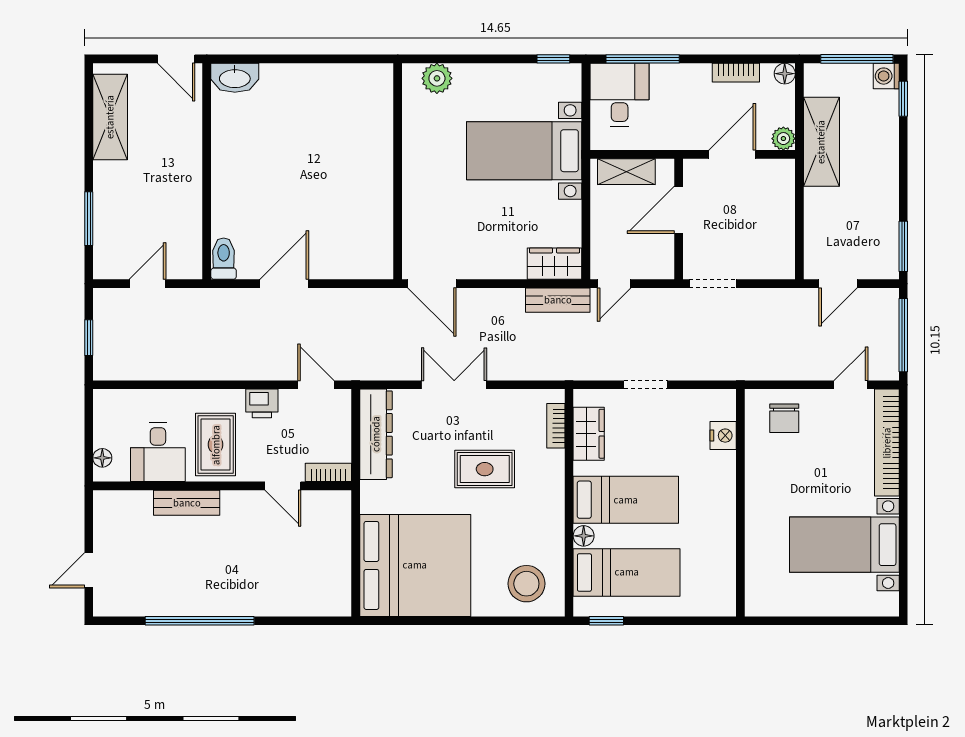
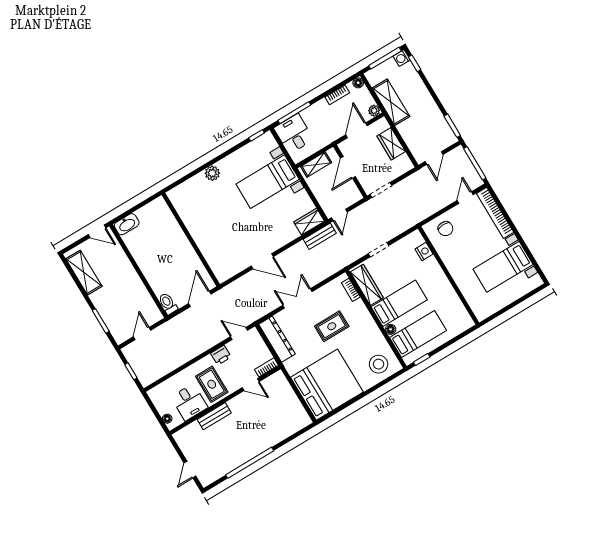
wall: (398, 171) -> (191, 240), moved
wardrobe: (778, 214) -> (391, 144), added
wardrobe: (589, 434) -> (367, 285), width x1.50

